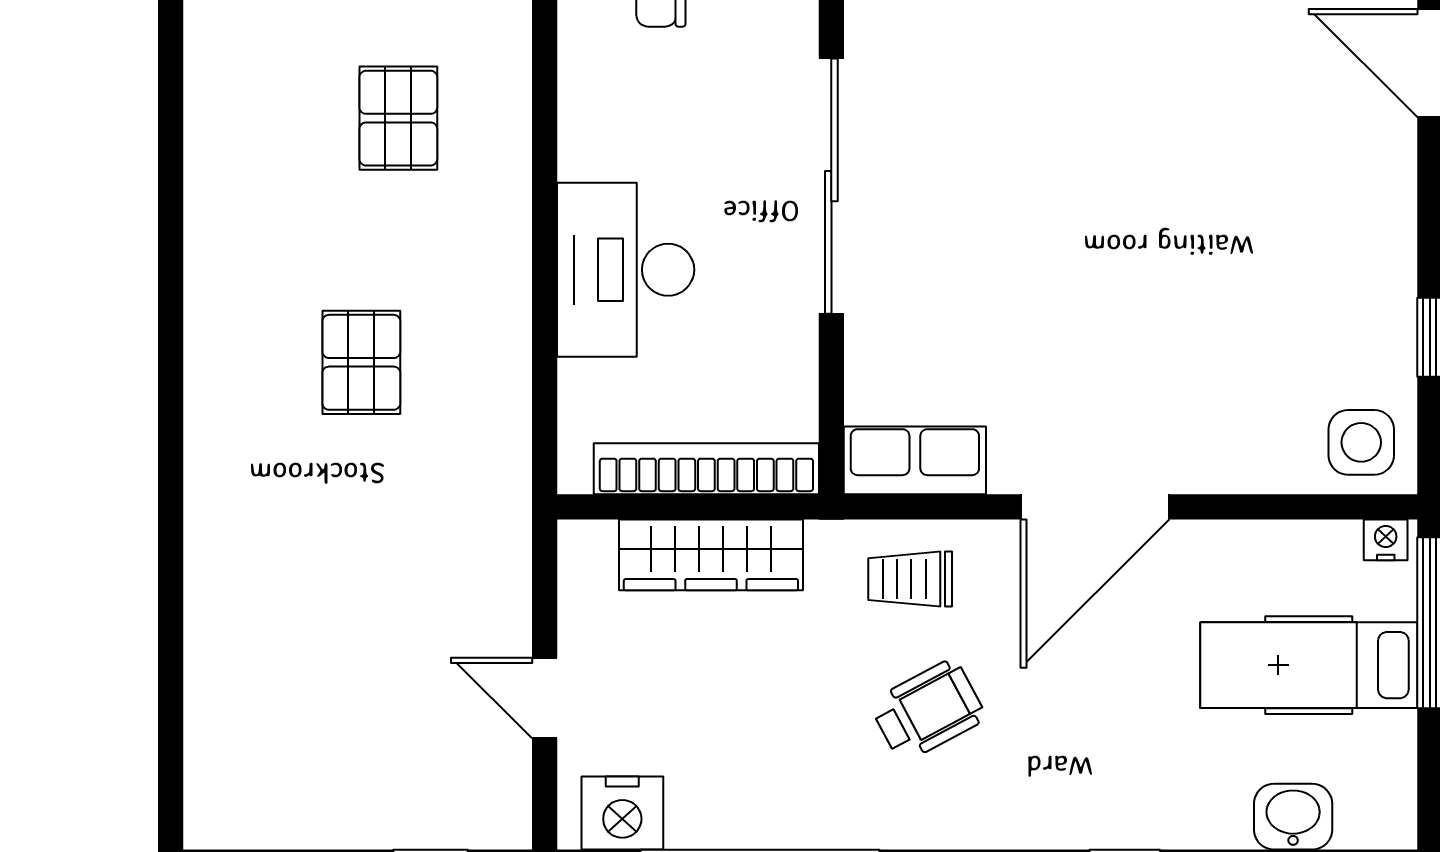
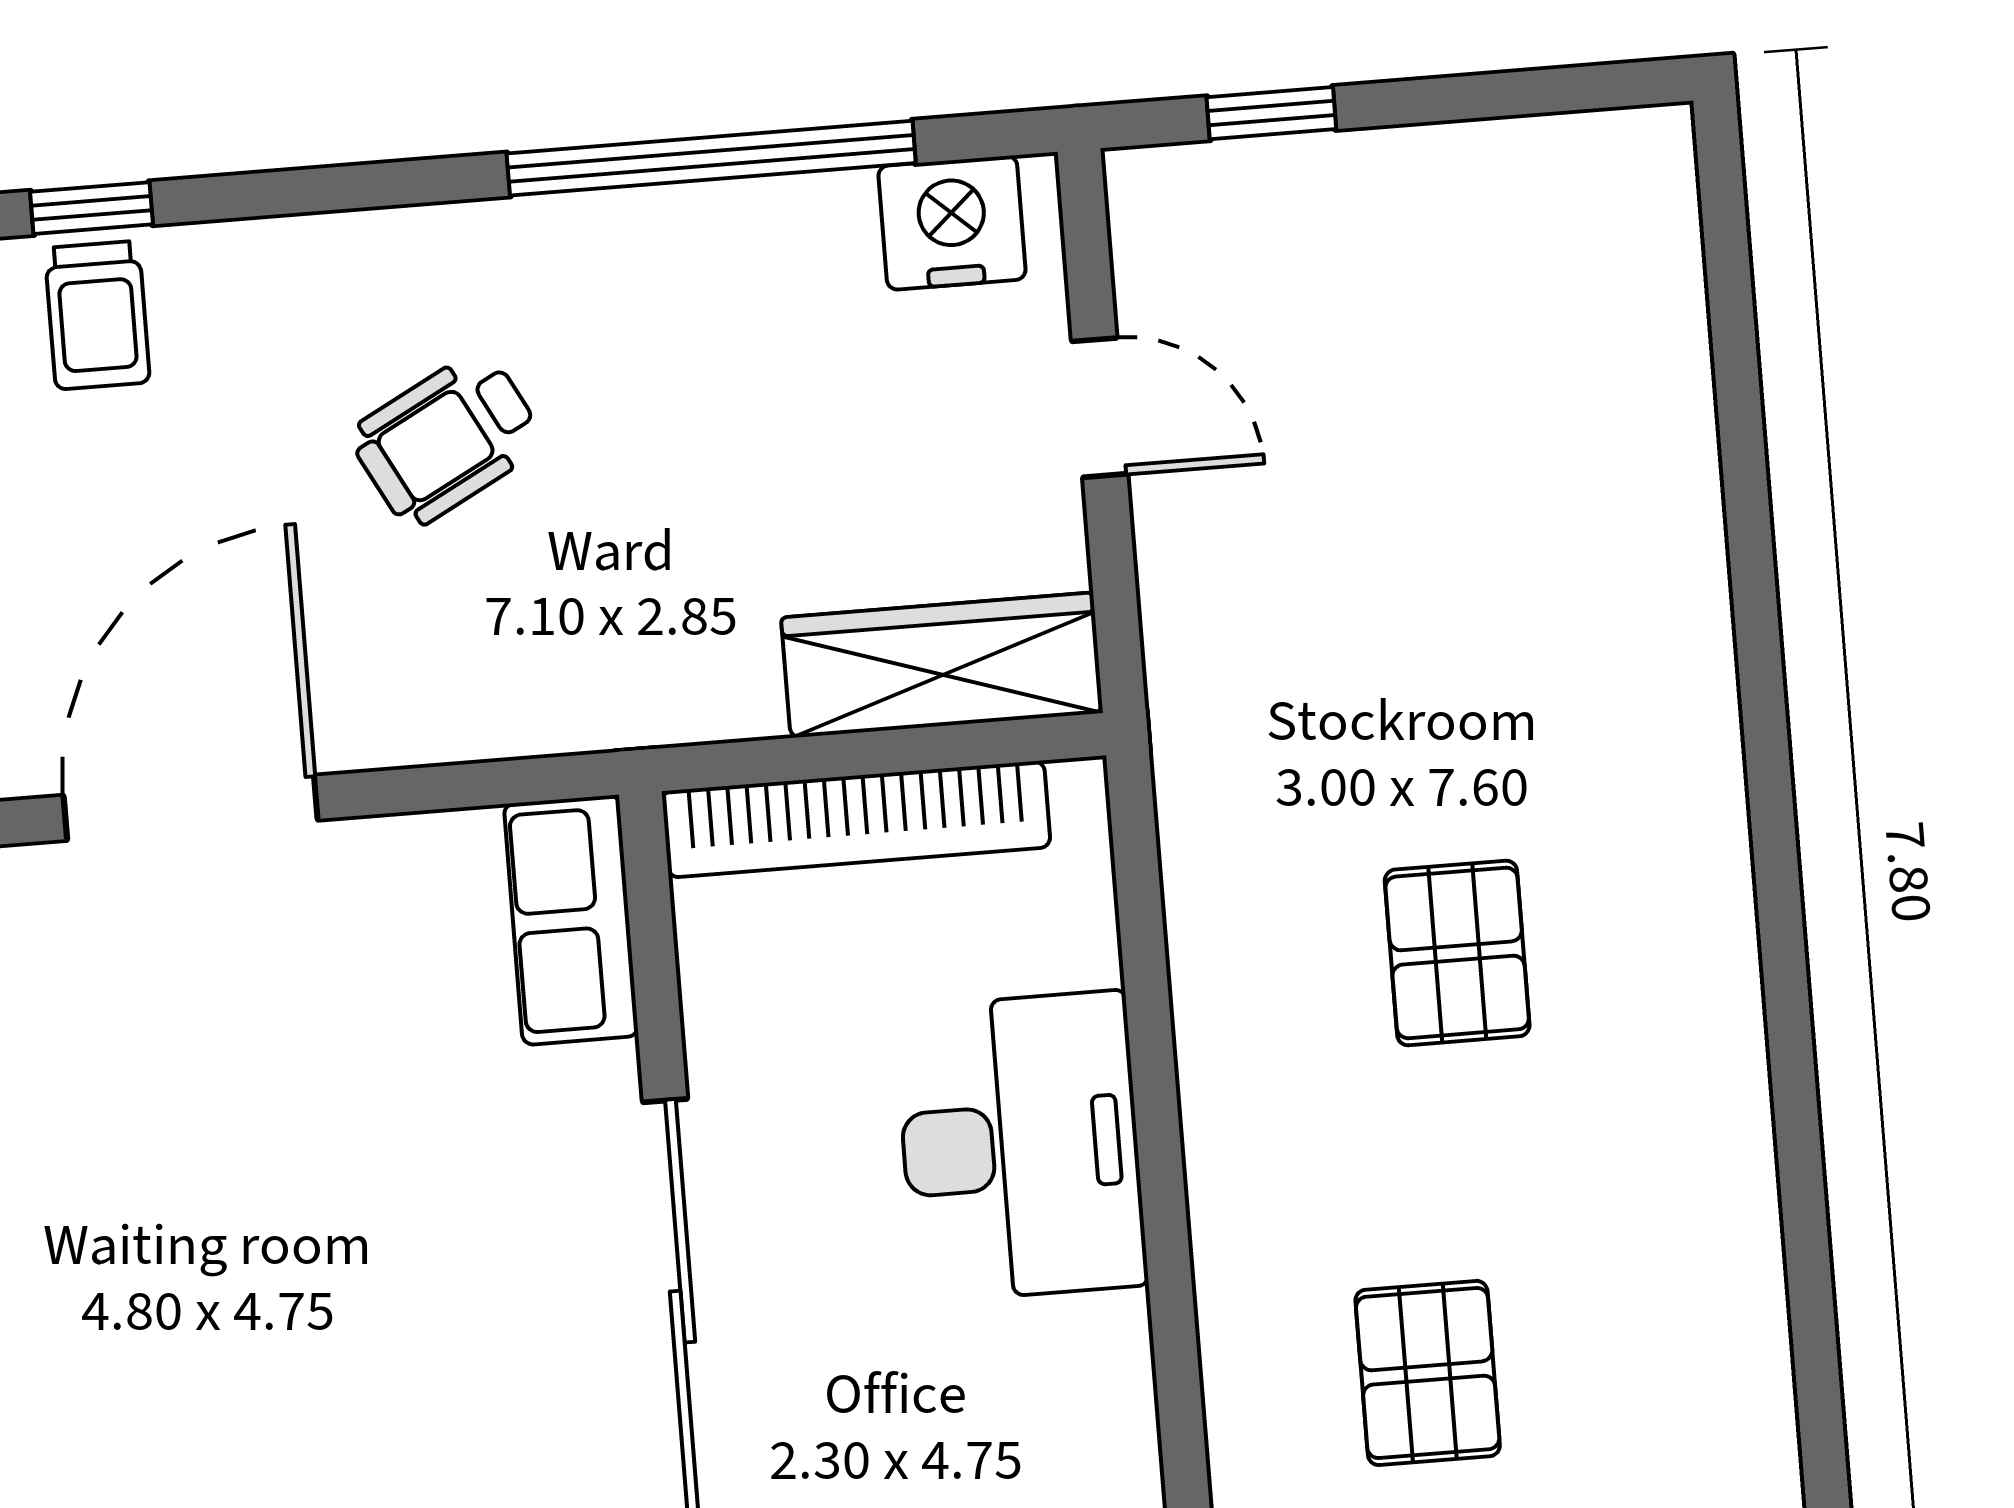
row of seats: (915, 460) -> (571, 920), moved, turned 90
wardrobe: (711, 555) -> (942, 665), moved
trolley: (910, 579) -> (97, 315), moved, turned 90

